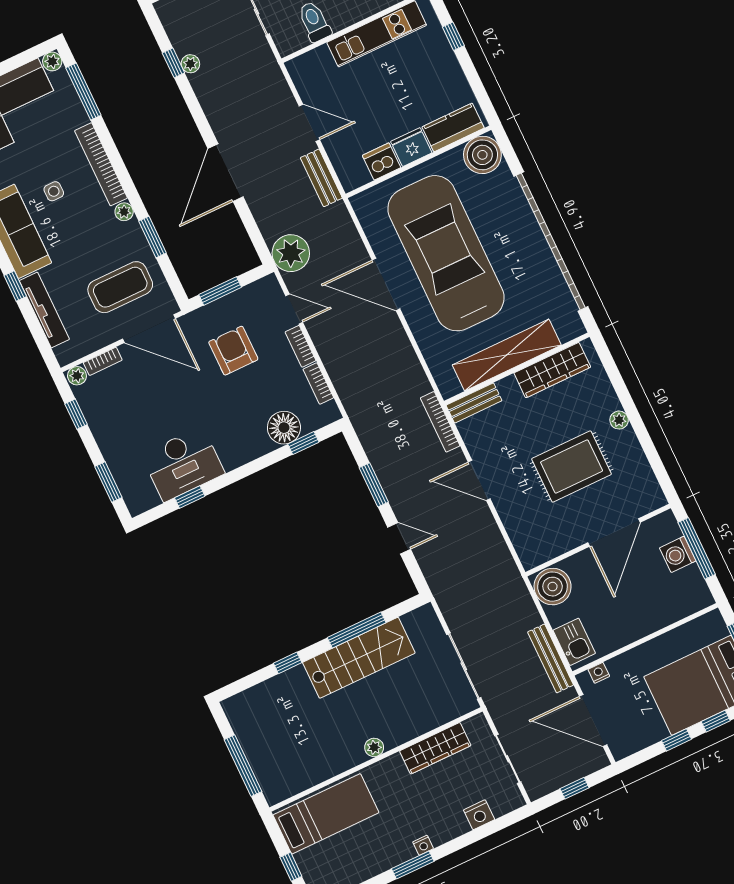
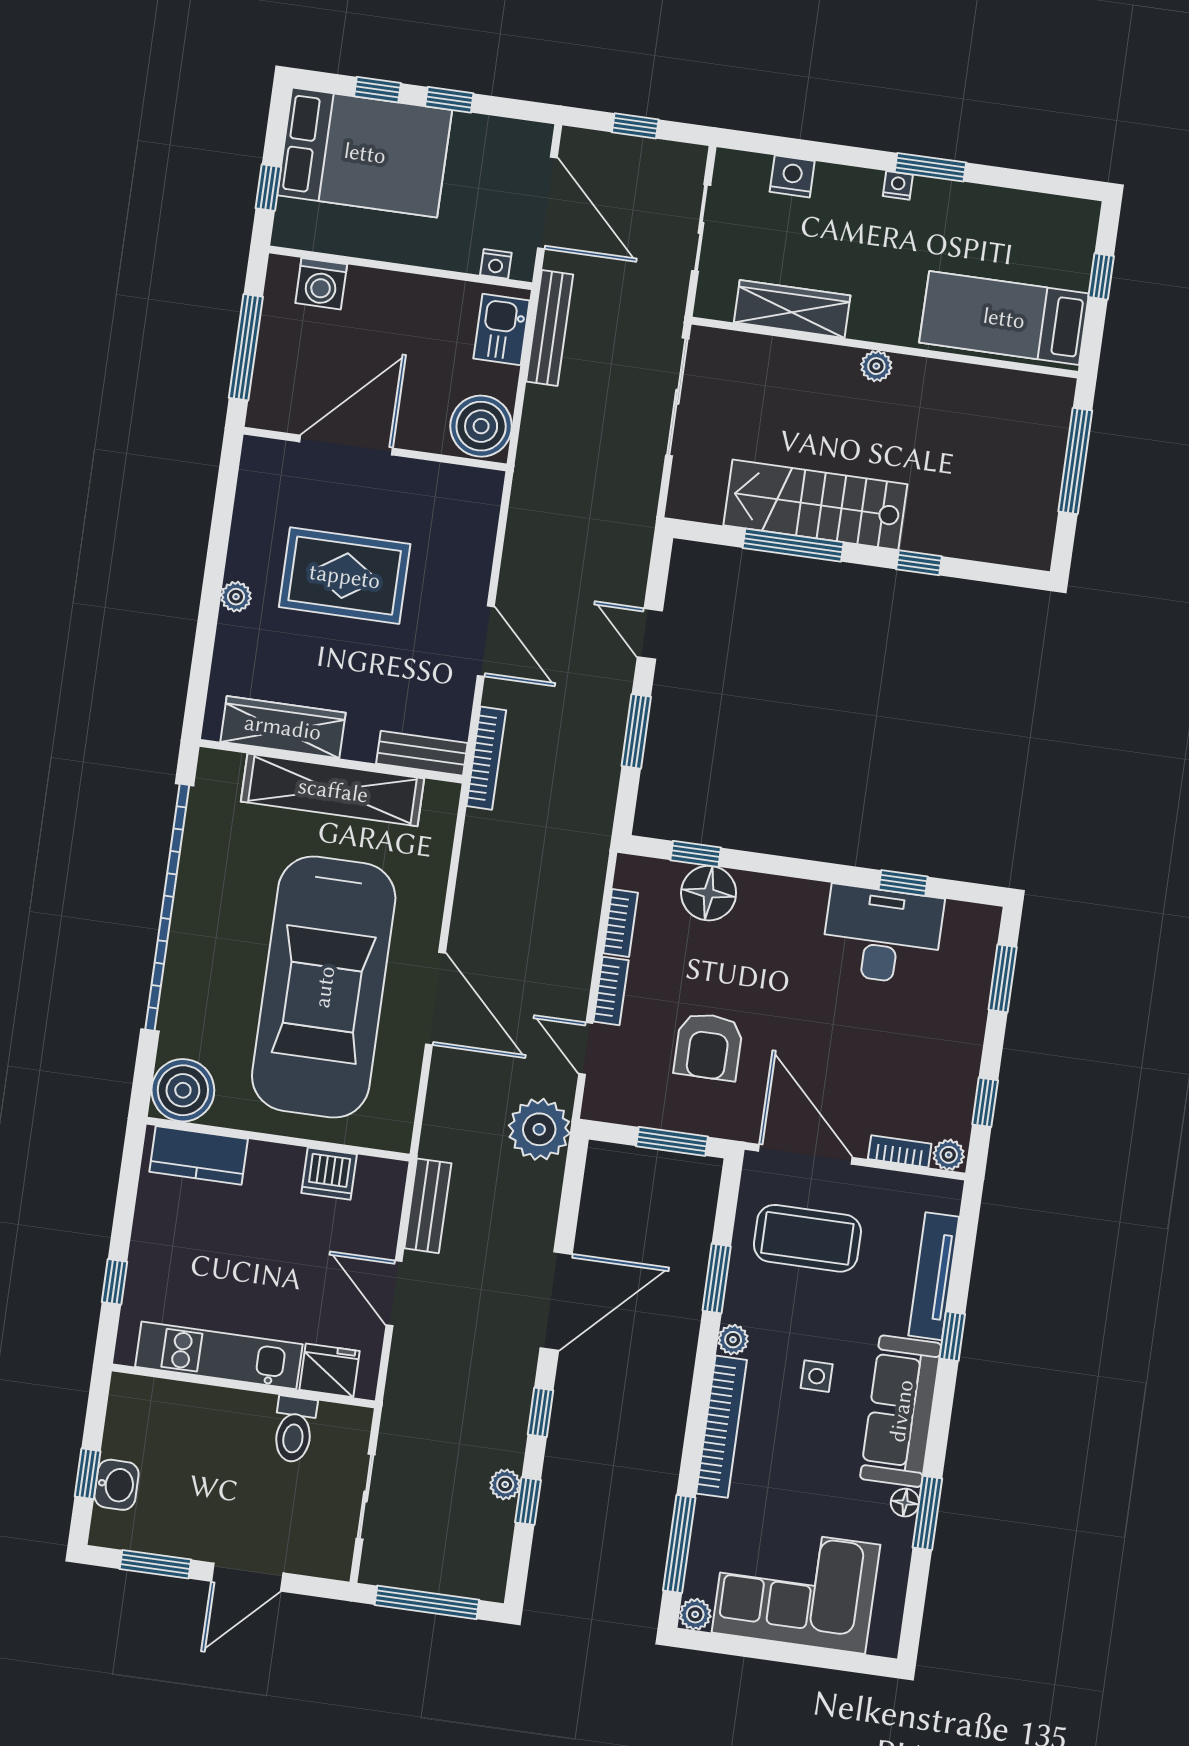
window: (197, 112) -> (541, 1412), added
fridge: (411, 147) -> (330, 1370), moved, turned 180
side table: (54, 191) -> (817, 1376), moved
washing machine: (678, 554) -> (321, 284), moved, turned 90

